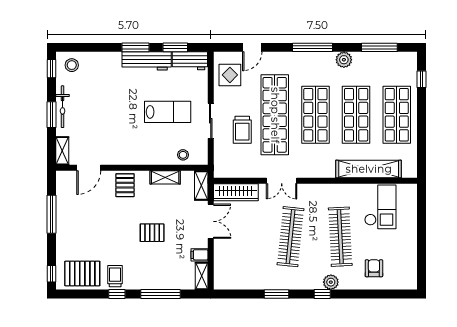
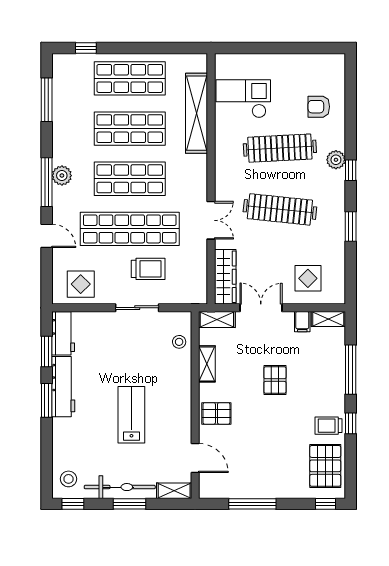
door: (252, 47) -> (47, 236), moved
plant: (344, 60) -> (62, 176), moved
bicycle: (63, 107) -> (120, 487), width x1.37, depth x1.40
lab bench: (168, 112) -> (131, 415), moved
display table: (235, 259) -> (308, 278), added

